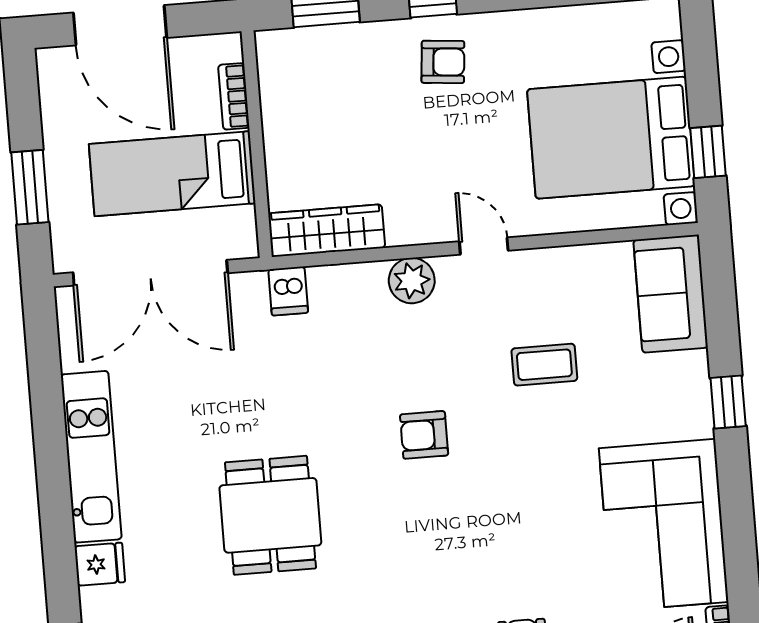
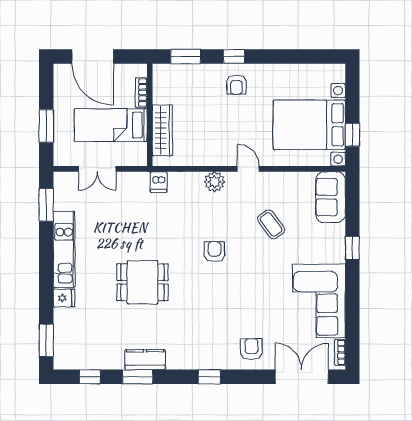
armchair: (443, 62) -> (236, 85), turned 85
wardrobe: (327, 231) -> (162, 130), moved, turned 90
double door: (150, 273) -> (97, 169), width x0.54
window: (44, 361) -> (46, 205), added
coffee table: (544, 365) -> (271, 224), turned 53
armchair: (424, 435) -> (214, 252), turned 90
dining table: (270, 515) -> (142, 282), turned 90

